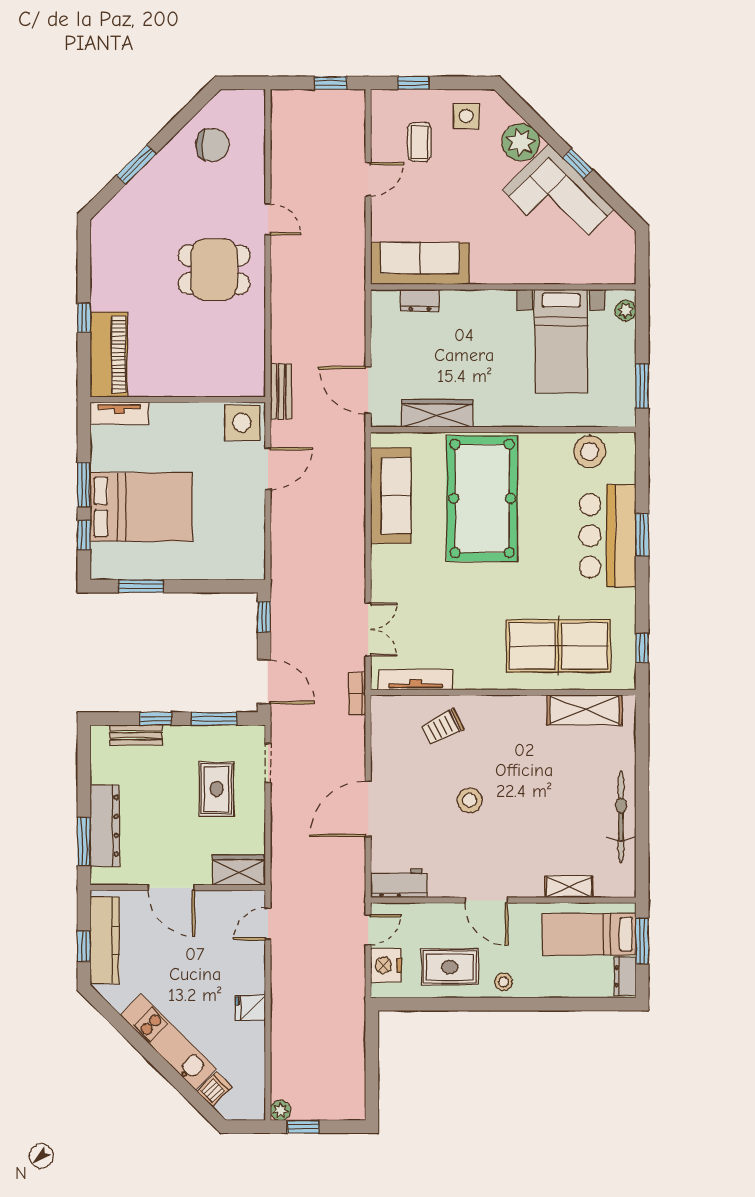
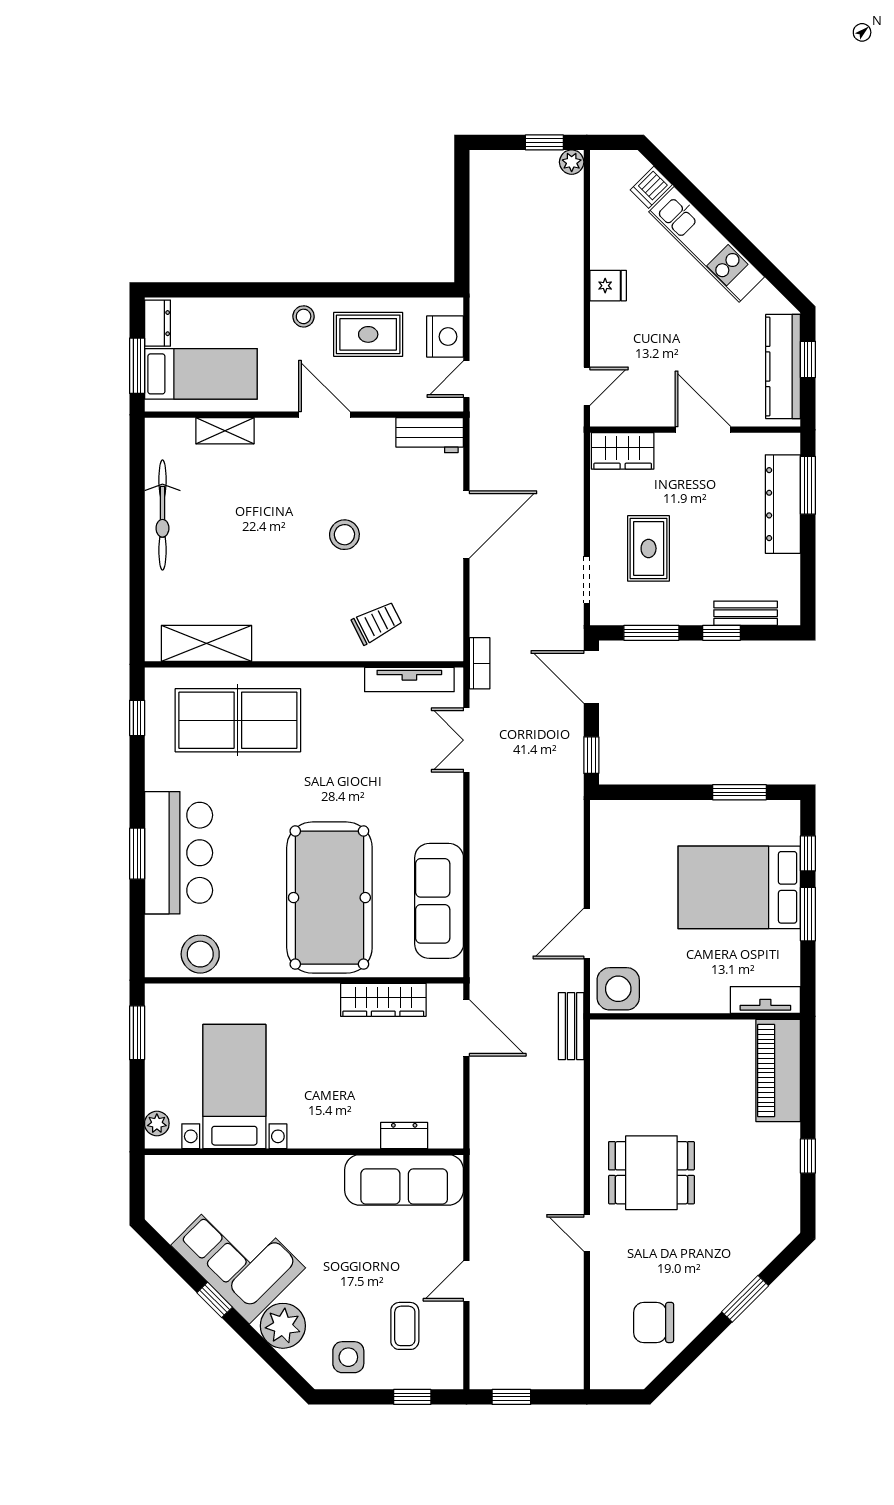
window: (84, 318) -> (808, 1156), moved

